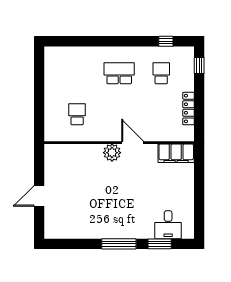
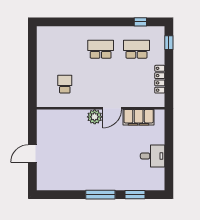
school desk: (161, 73) -> (136, 49), width x1.85
door: (133, 143) -> (112, 108), swing flipped
filing cabinet: (176, 153) -> (139, 117), moved
desk: (168, 225) -> (153, 156), moved, turned -90

